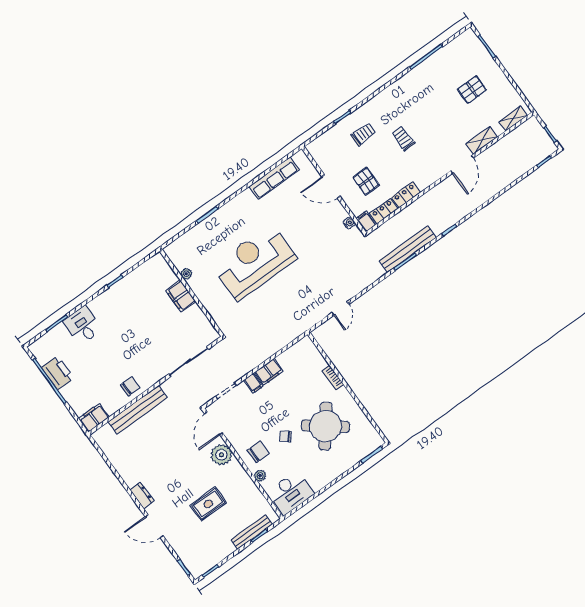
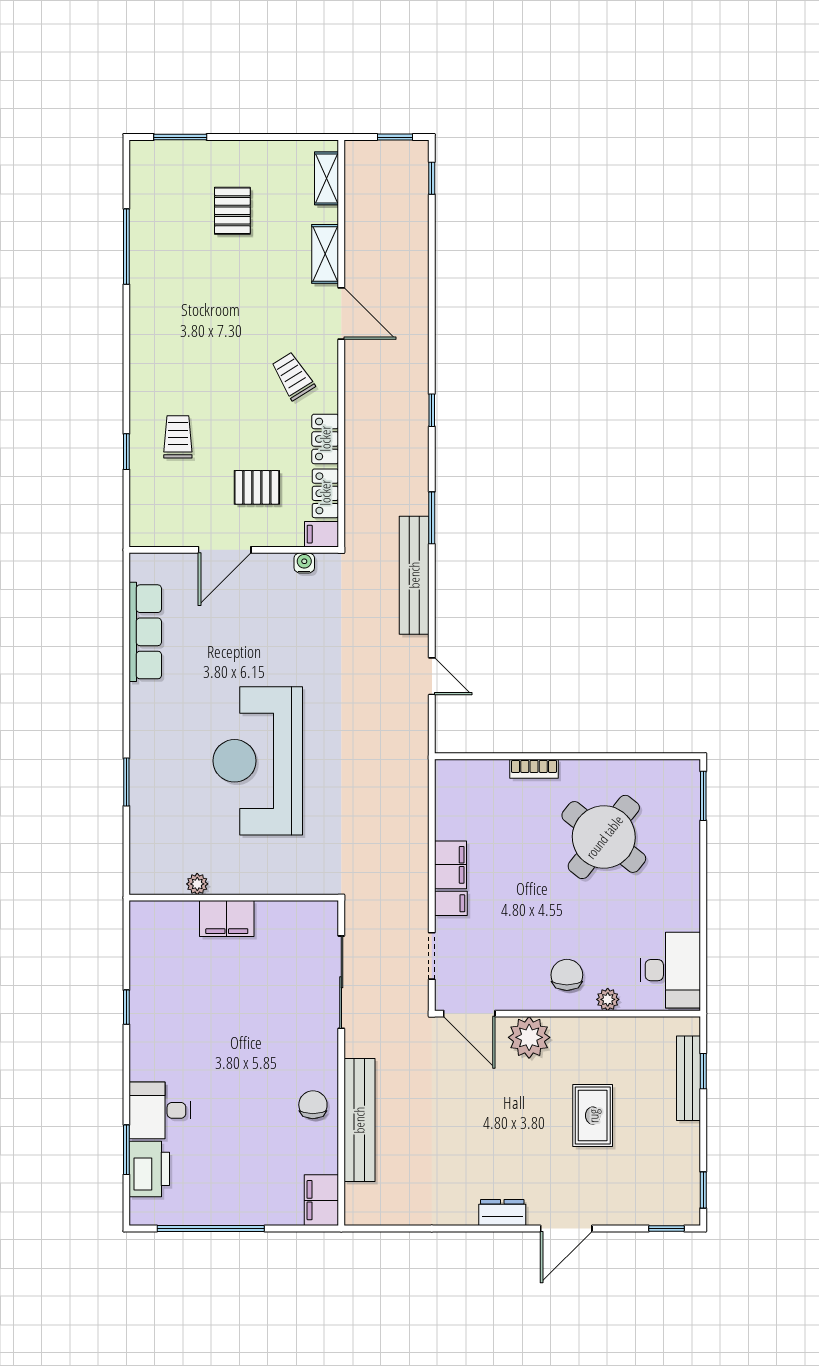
trolley: (403, 138) -> (293, 376), moved, turned 59
bench: (408, 249) -> (414, 575), moved
printer: (58, 373) -> (149, 1169), moved, turned 90
chair: (285, 436) -> (574, 913), removed

